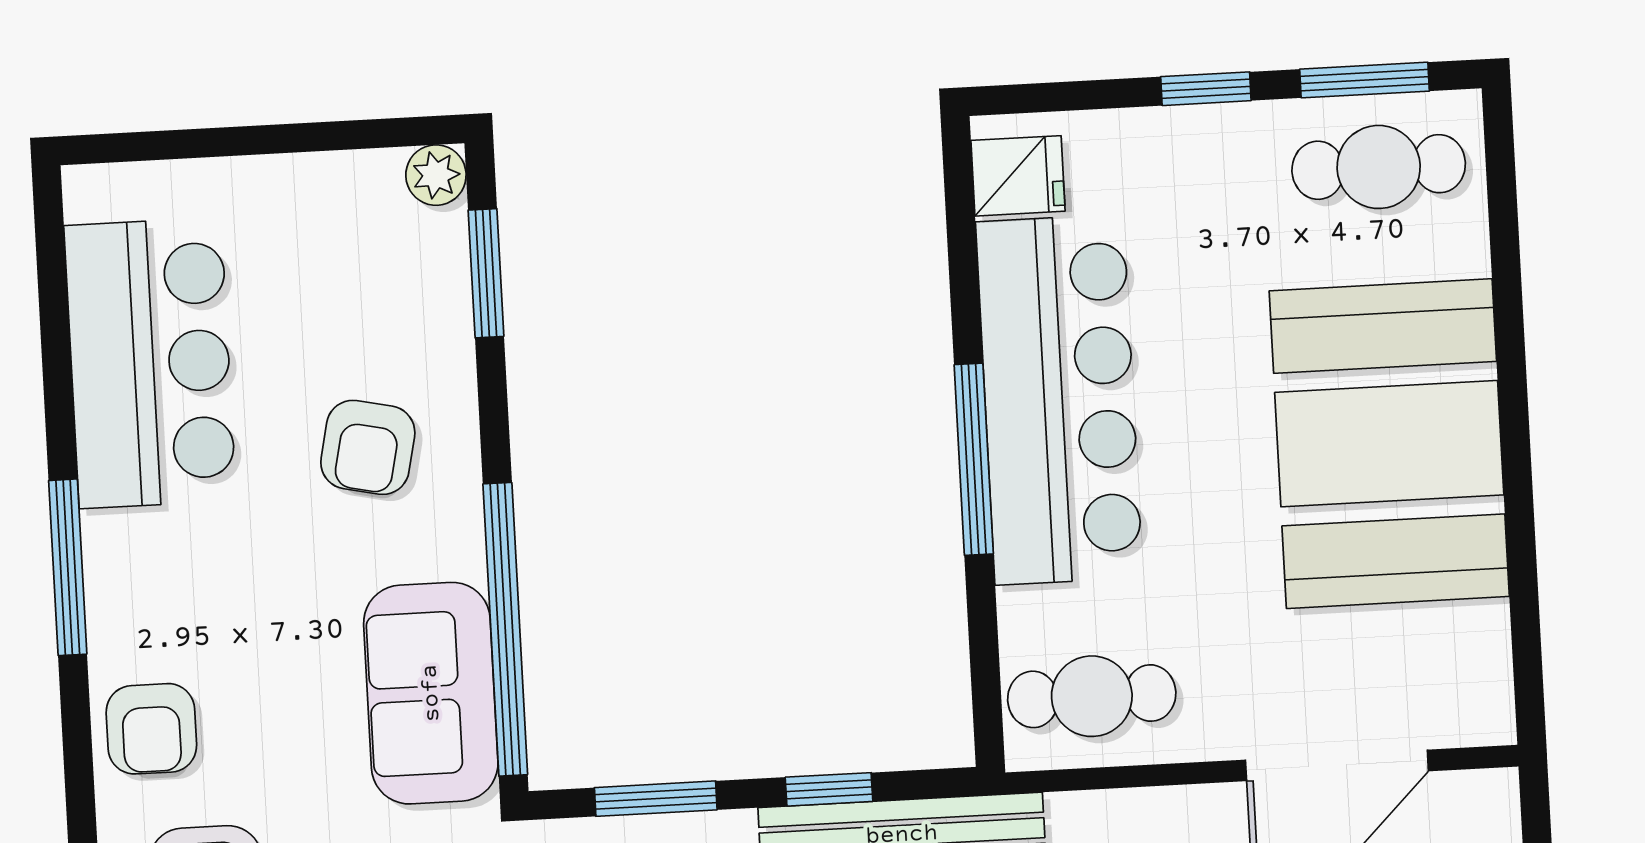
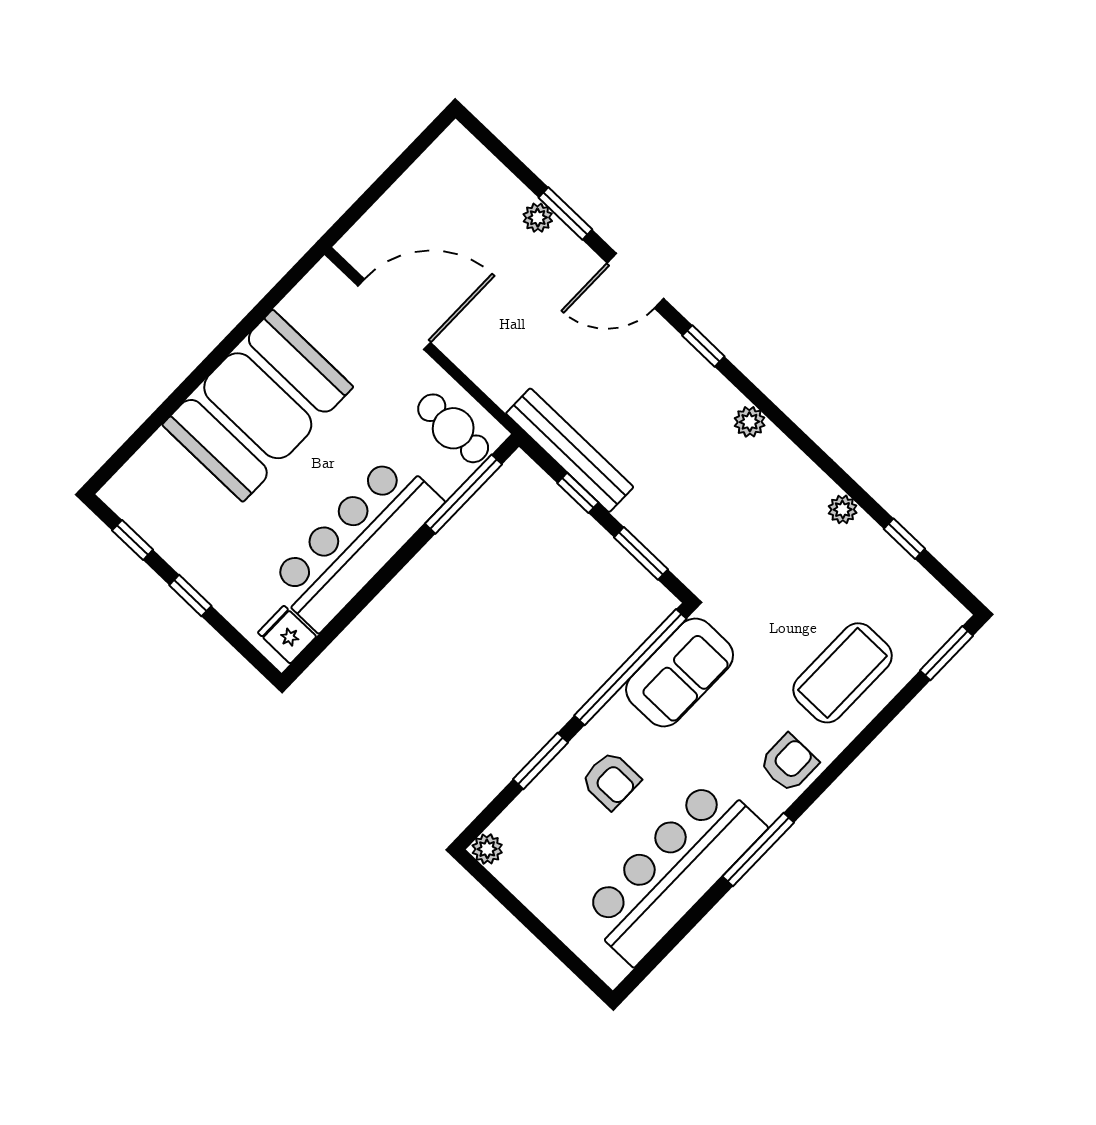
window: (1365, 80) -> (133, 540), width x0.67
cafe table: (1379, 167) -> (160, 505), removed
window: (486, 273) -> (540, 761), moved
bar counter: (150, 363) -> (673, 871), width x1.36
armchair: (368, 447) -> (611, 780), turned 78
window: (974, 459) -> (463, 494), moved

